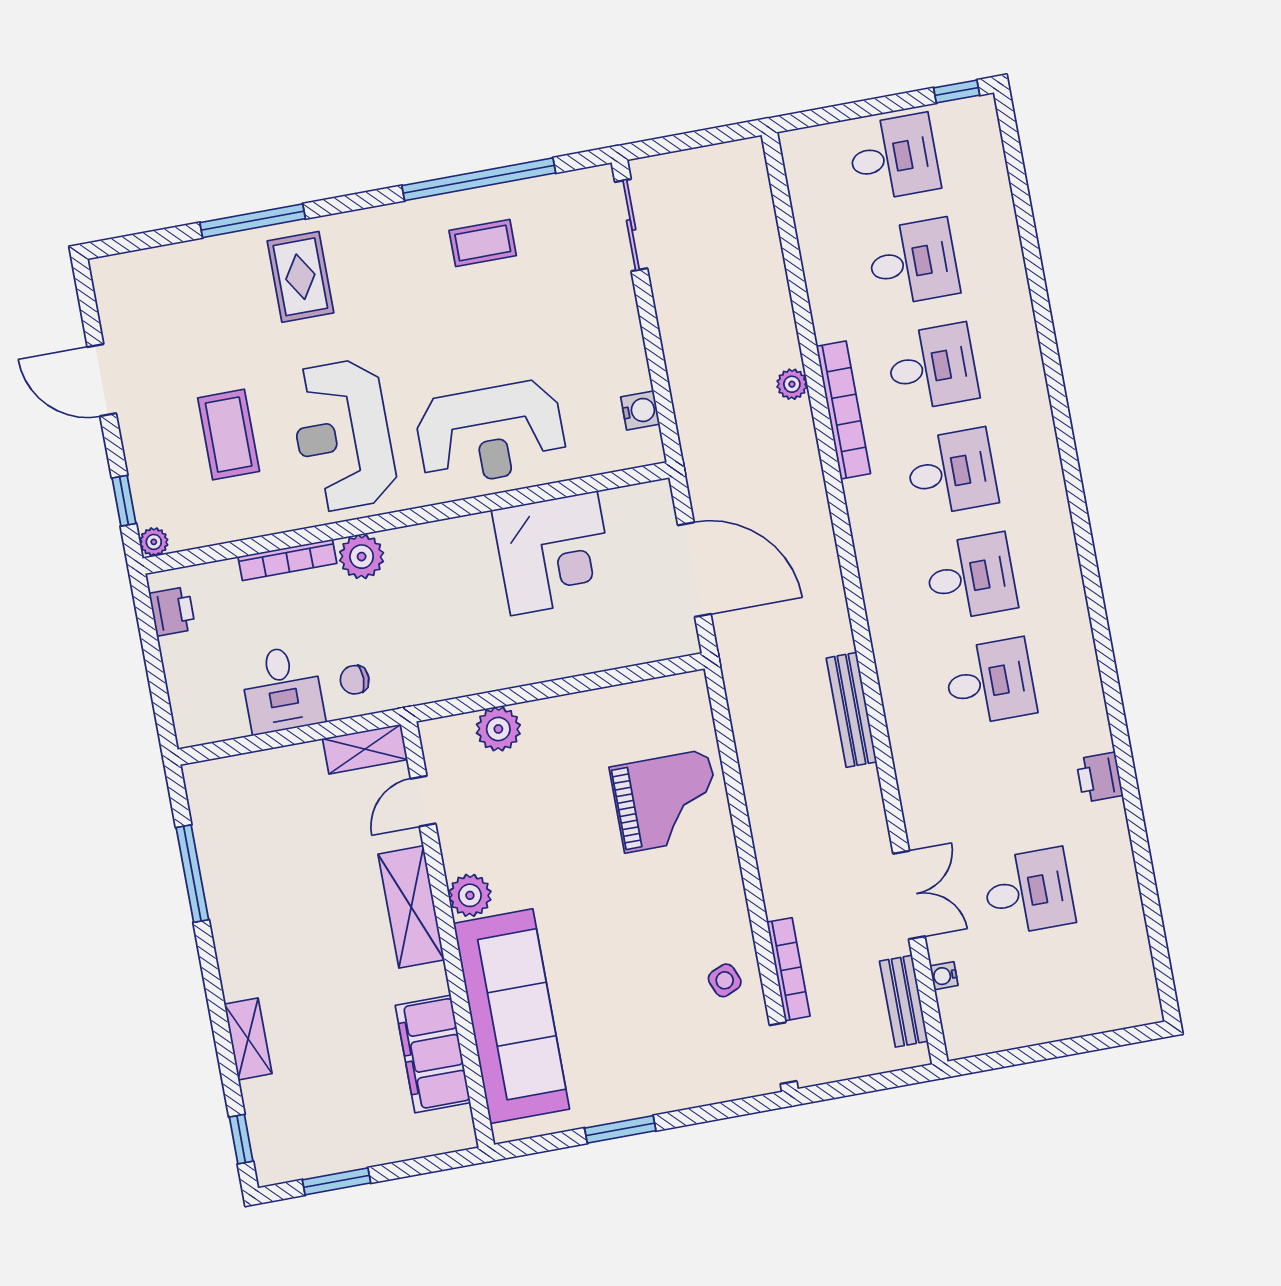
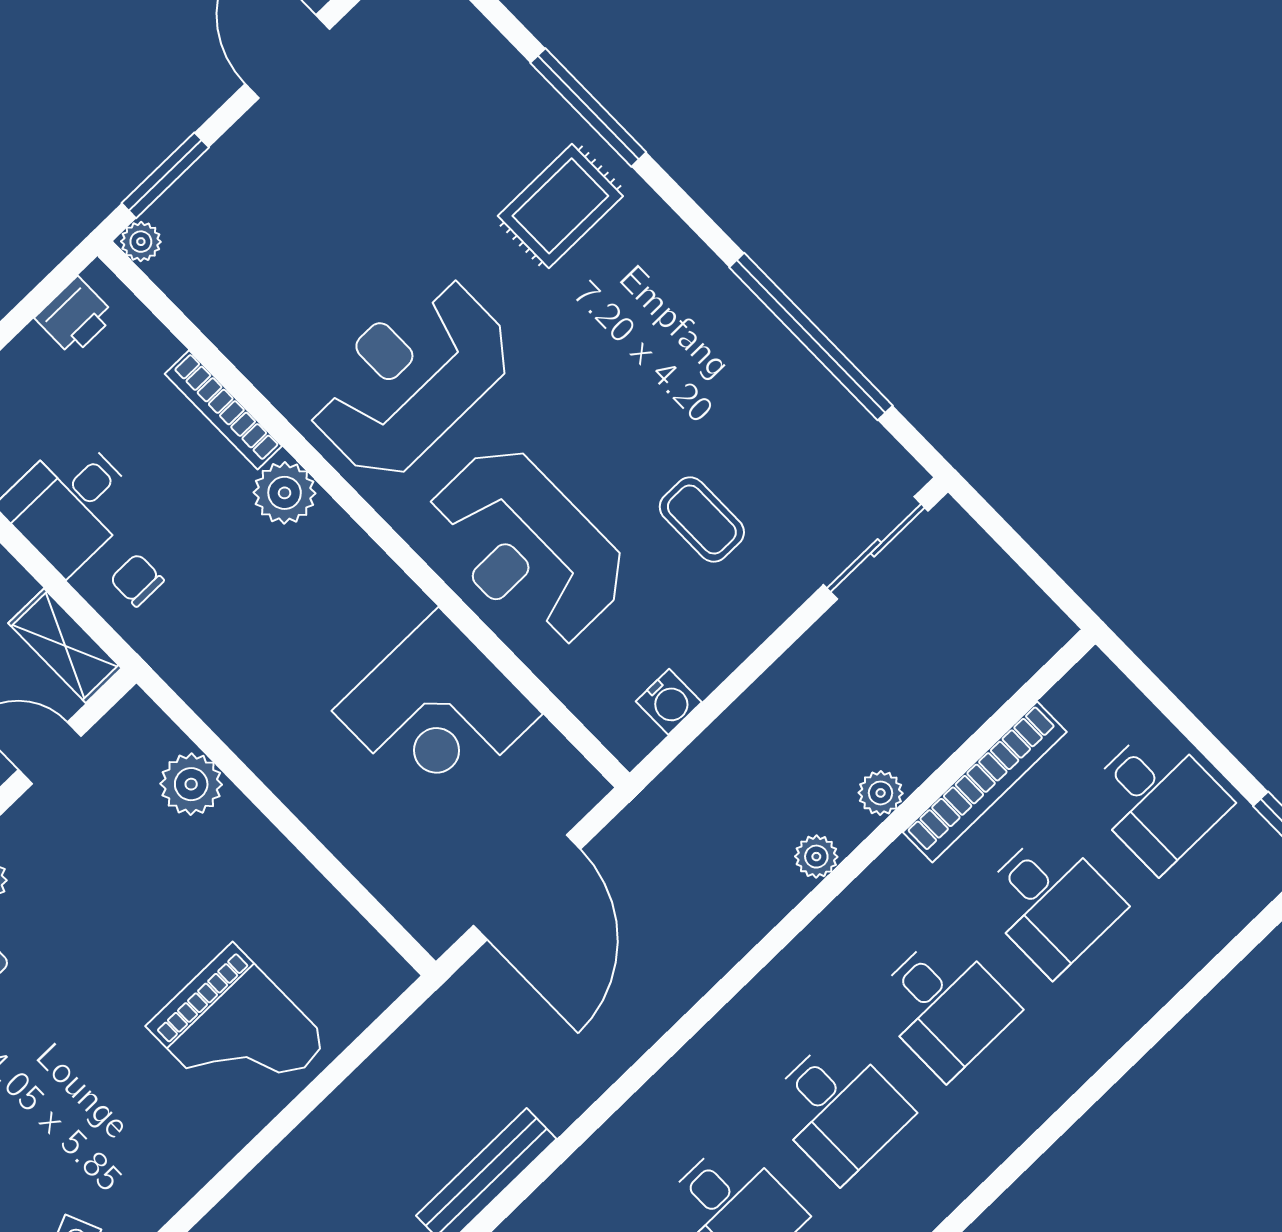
coffee table: (483, 243) -> (702, 519), moved
plant: (780, 320) -> (881, 793), added
bookcase: (843, 410) -> (985, 782), moved
coffee table: (229, 435) -> (323, 245), removed
window: (124, 501) -> (165, 175), width x1.50

